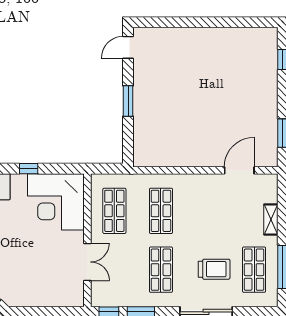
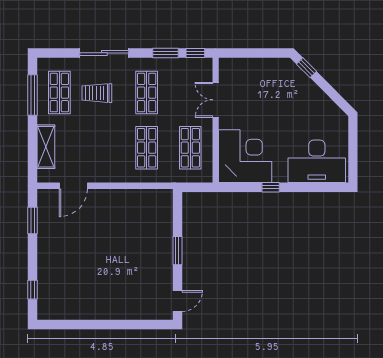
shelving: (271, 220) -> (46, 147), width x1.50, depth x1.33

